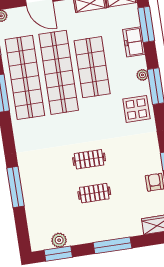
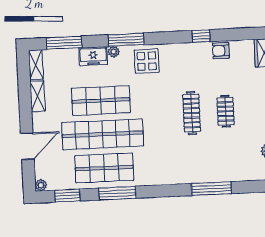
freezer: (134, 42) -> (93, 56), moved
shop shelf: (25, 77) -> (104, 168), width x0.71
clothes rail: (89, 159) -> (192, 113), width x1.36

